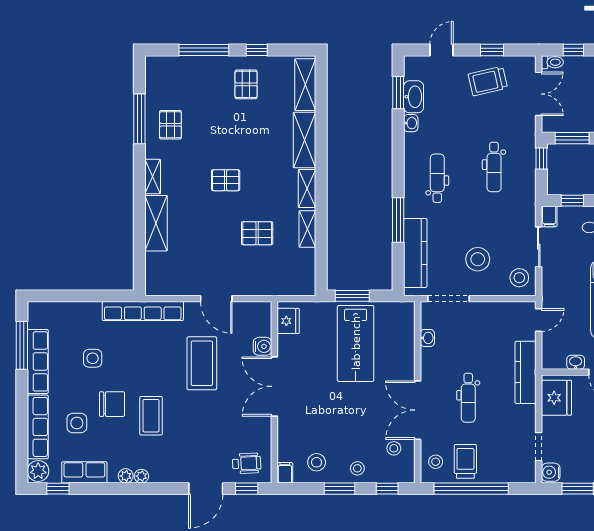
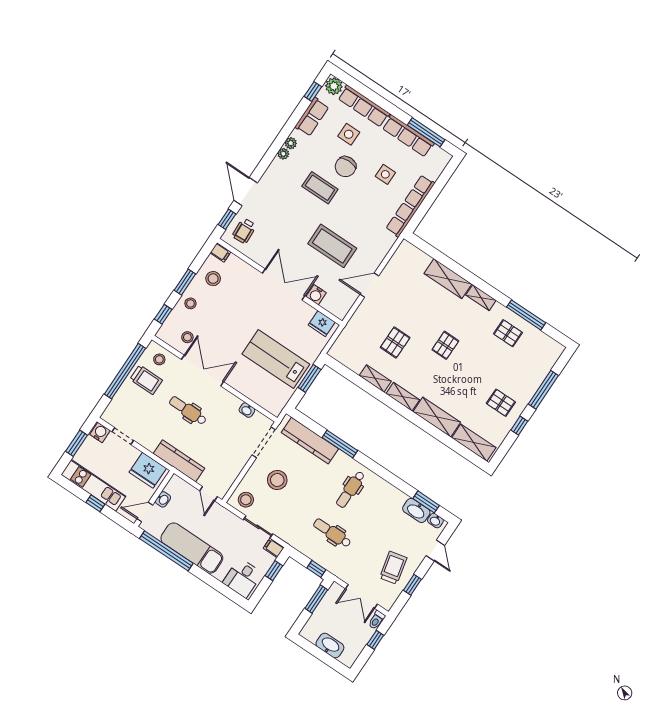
washbasin: (411, 123) -> (435, 520), moved
dental chair: (437, 178) -> (350, 489), turned 90
row of seats: (143, 311) -> (410, 206), moved

